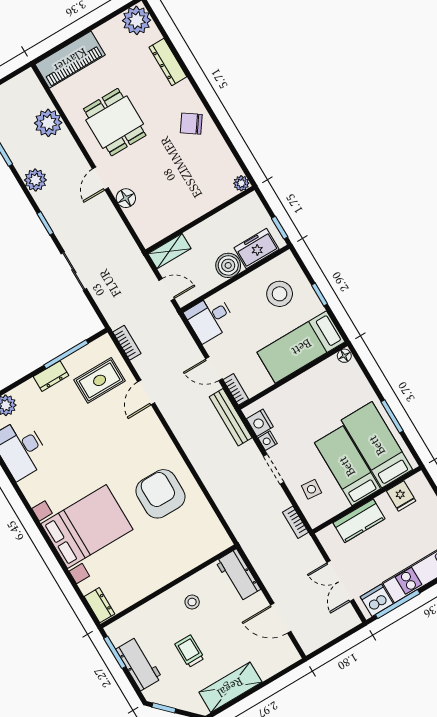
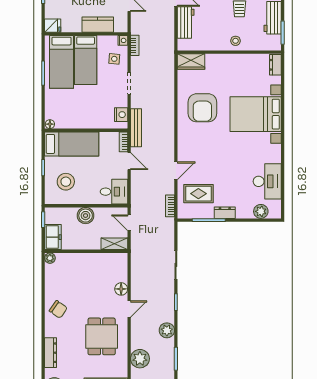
freezer: (256, 249) -> (53, 237), moved, turned -90
nightstand: (268, 441) -> (123, 40), moved
fridge: (401, 496) -> (53, 26), moved, turned 90
wardrobe: (210, 545) -> (191, 62), added
workbench: (238, 575) -> (186, 22), moved
stool: (192, 602) -> (235, 41), moved

